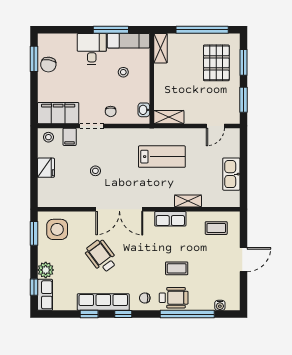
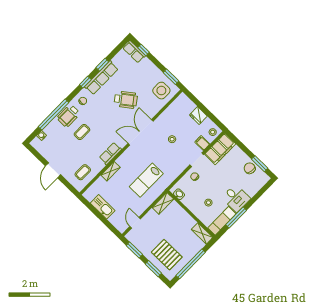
plant: (46, 270) -> (146, 64), removed

